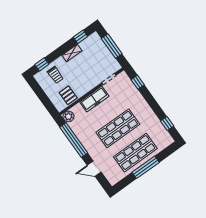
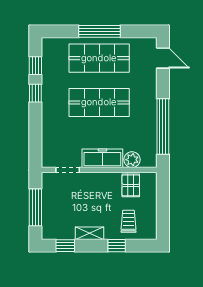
window: (42, 64) -> (117, 246), moved
window: (138, 82) -> (35, 93), moved
plant: (68, 116) -> (132, 160), moved
door: (94, 169) -> (163, 58), moved

